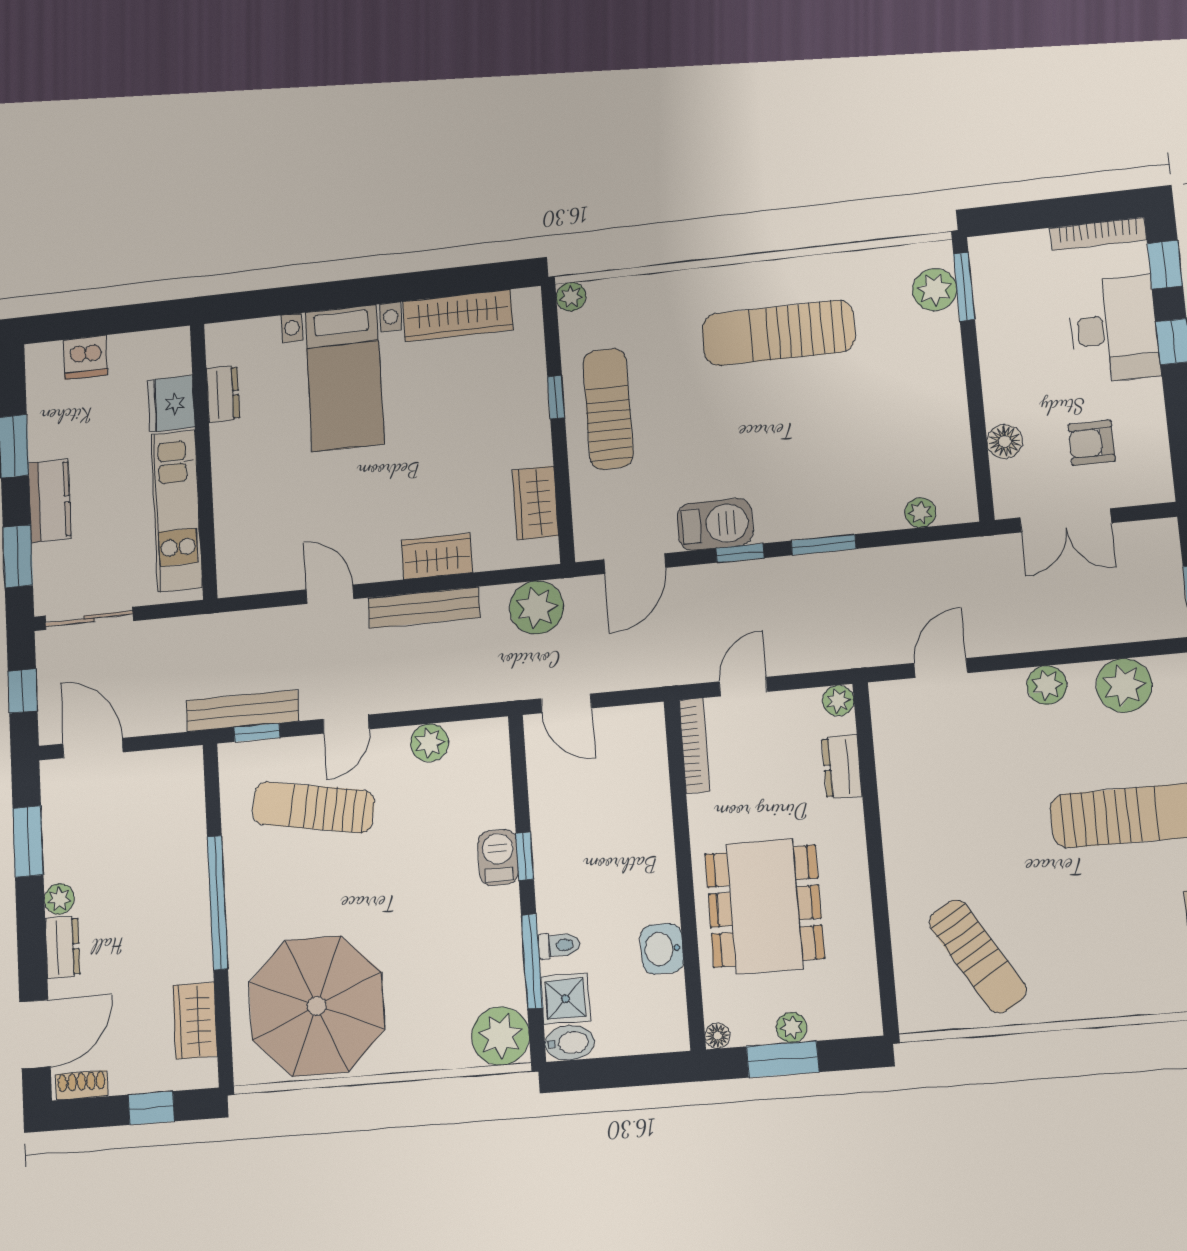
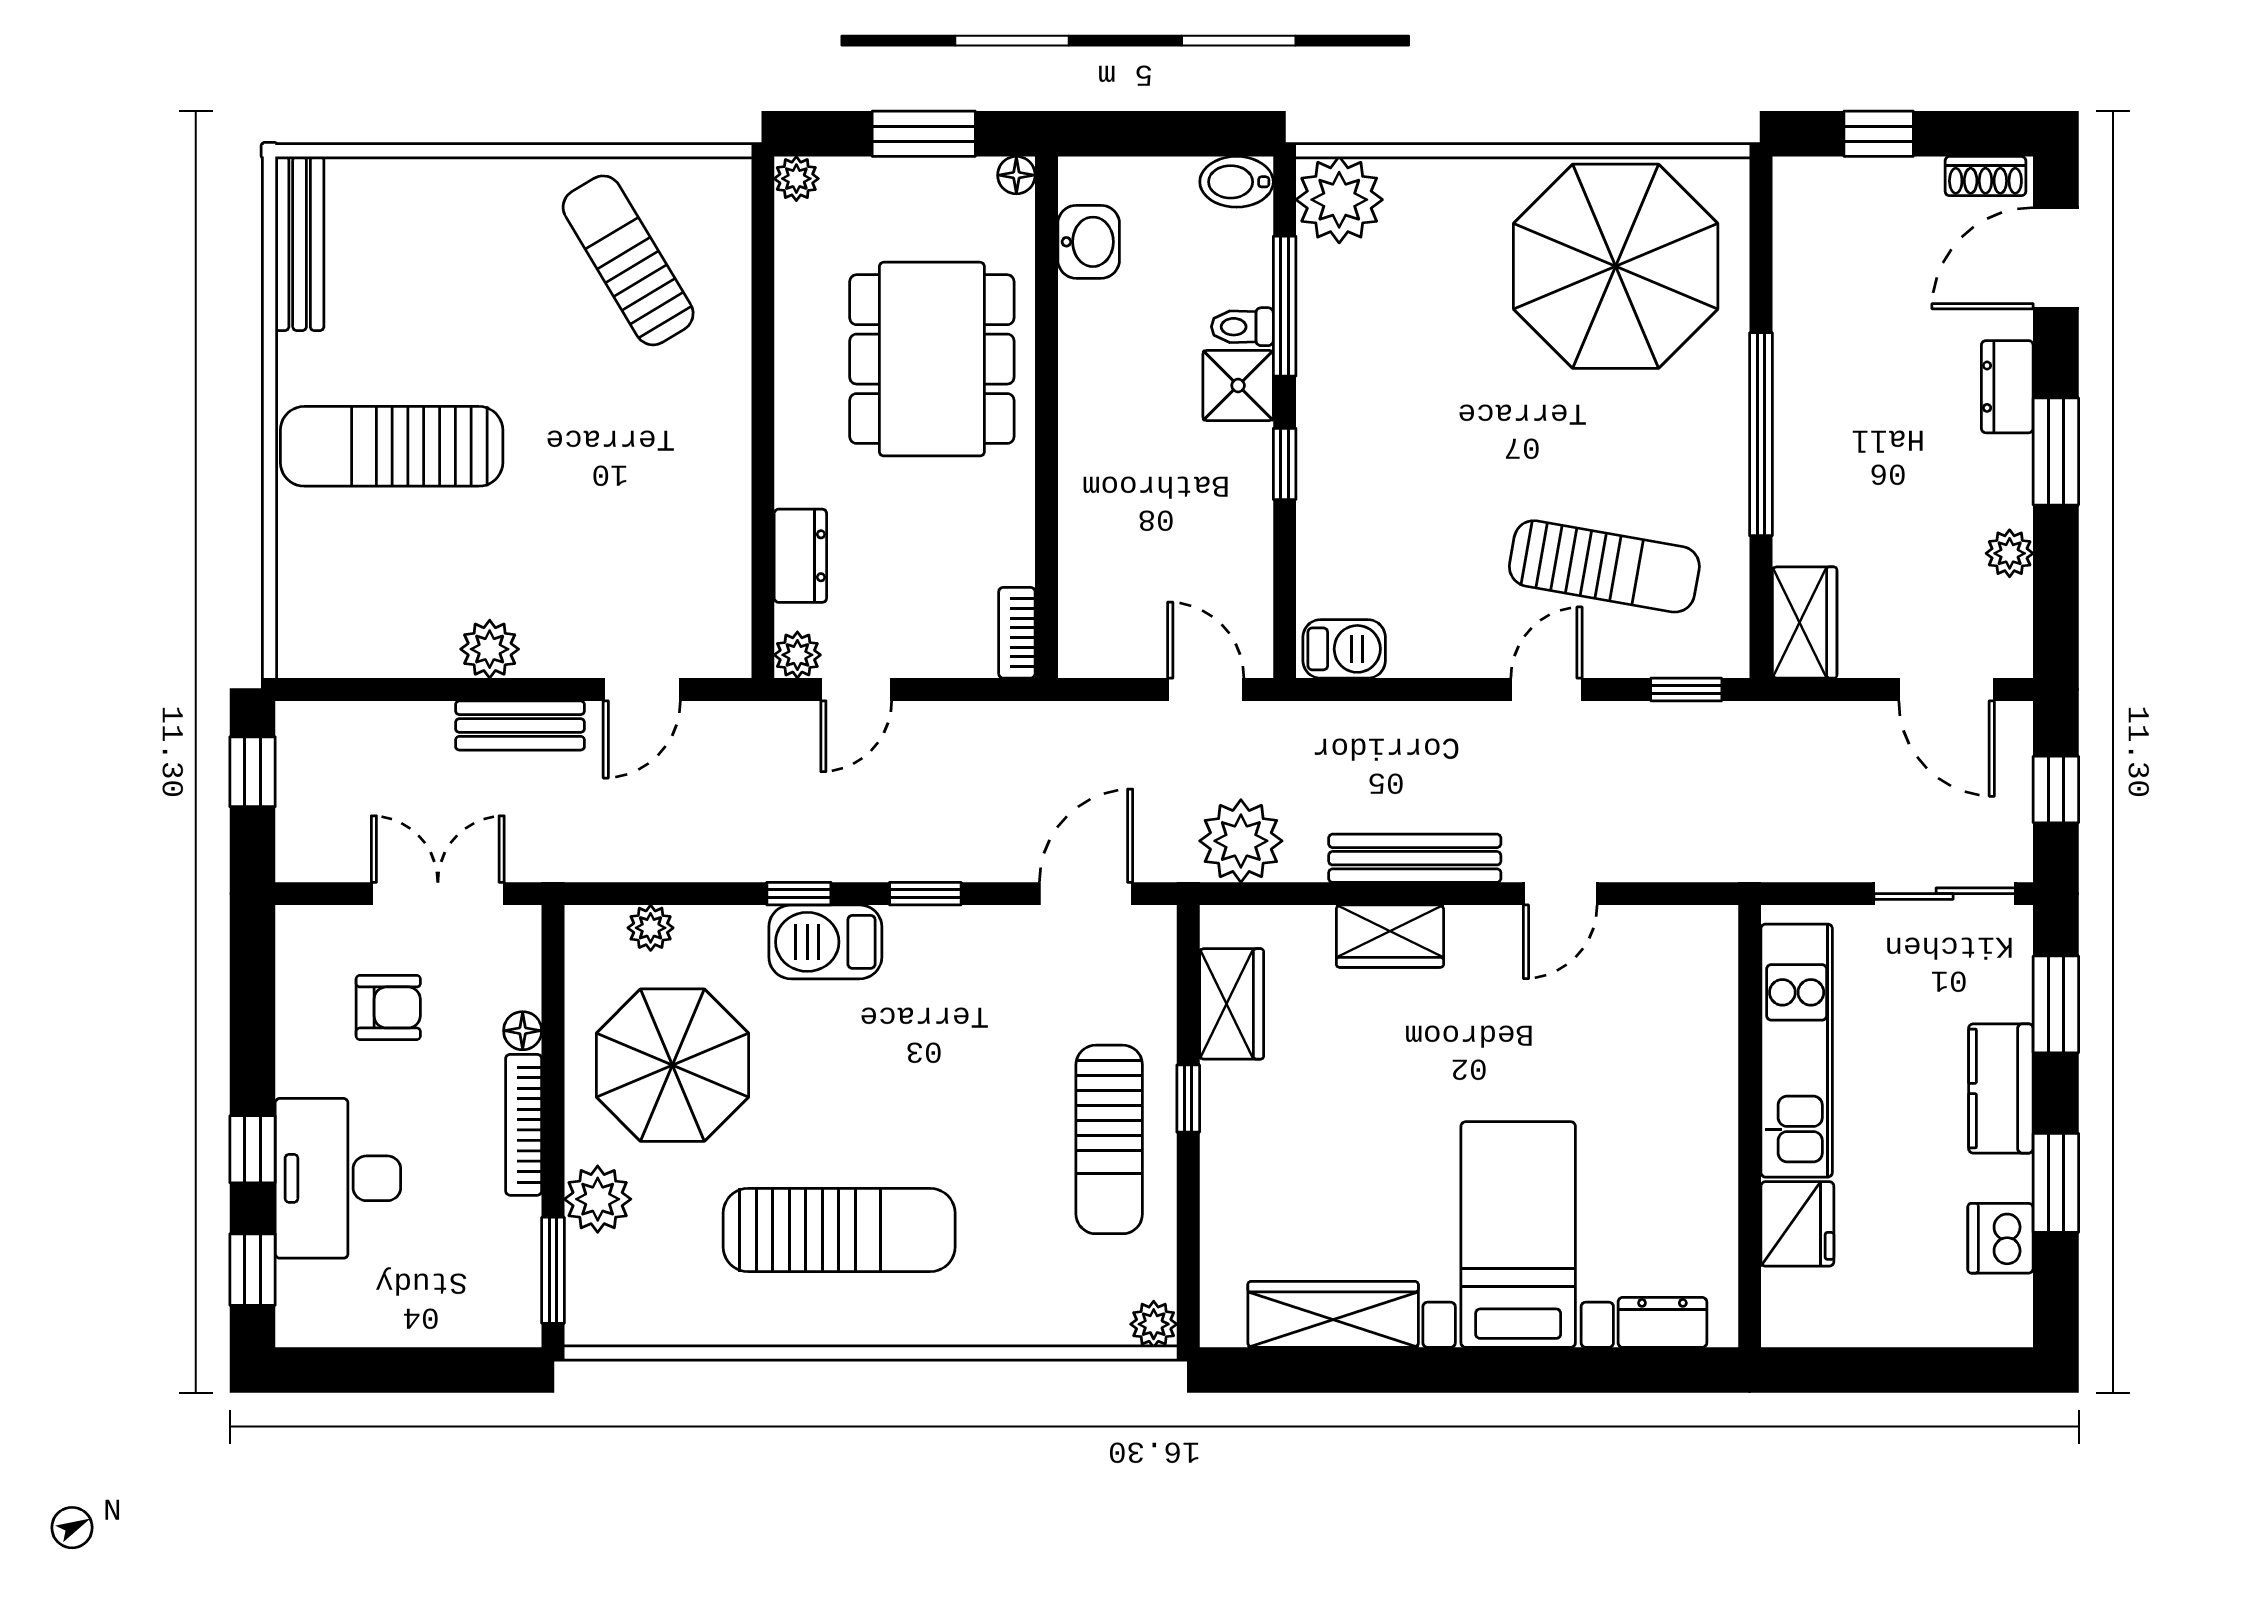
bookcase: (1098, 234) -> (524, 1125), moved, turned -90
plant: (935, 290) -> (598, 1199), moved
dishwasher: (85, 357) -> (2001, 1238), moved, turned -90
dresser: (223, 394) -> (1662, 1322), moved, turned 90
window: (556, 397) -> (1188, 1099), moved
parasol: (897, 426) -> (672, 1065), added
floor lamp: (1005, 441) -> (523, 1031), width x0.73, depth x0.73
barbecue: (715, 524) -> (825, 942), moved
window: (824, 545) -> (799, 894), width x0.67
door: (330, 594) -> (1560, 894), hinge flipped
plant: (1124, 685) -> (378, 638), removed
door: (743, 687) -> (856, 689), moved
bench: (242, 711) -> (520, 725), moved, width x0.73
plant: (429, 743) -> (1419, 649), removed
bookcase: (694, 746) -> (1017, 633), width x0.64
window: (28, 842) -> (2056, 451), moved
barbecue: (498, 857) -> (1344, 649), moved, turned -90
plant: (59, 899) -> (2010, 553), moved
washbasin: (662, 949) -> (1089, 242), moved
shower: (565, 999) -> (1238, 385), moved
wardrobe: (195, 1021) -> (1805, 622), moved
plant: (792, 1028) -> (796, 179), moved

